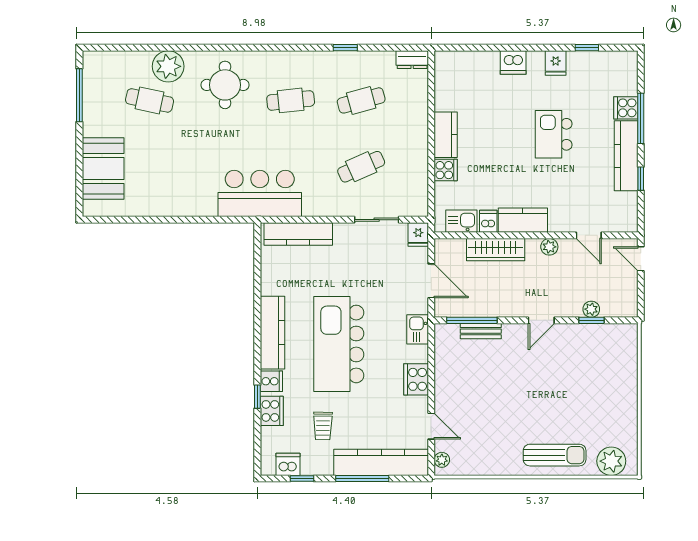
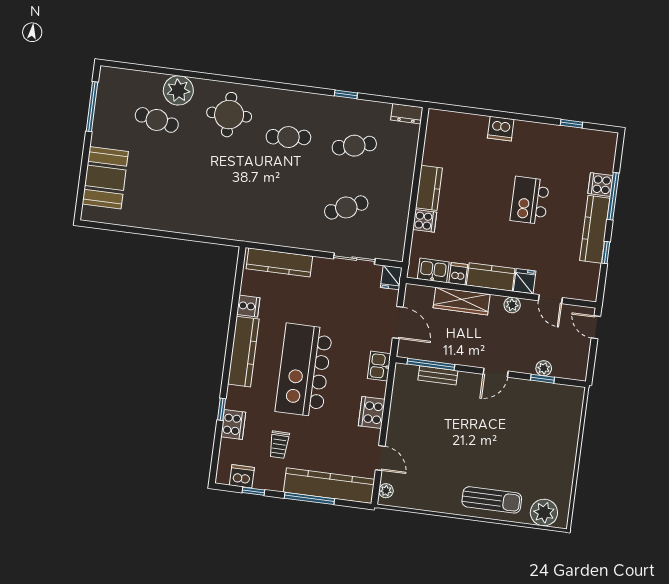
fridge: (556, 63) -> (525, 281), moved, turned 180
bar counter: (260, 193) -> (248, 220), removed
cooker: (271, 381) -> (248, 306), moved

